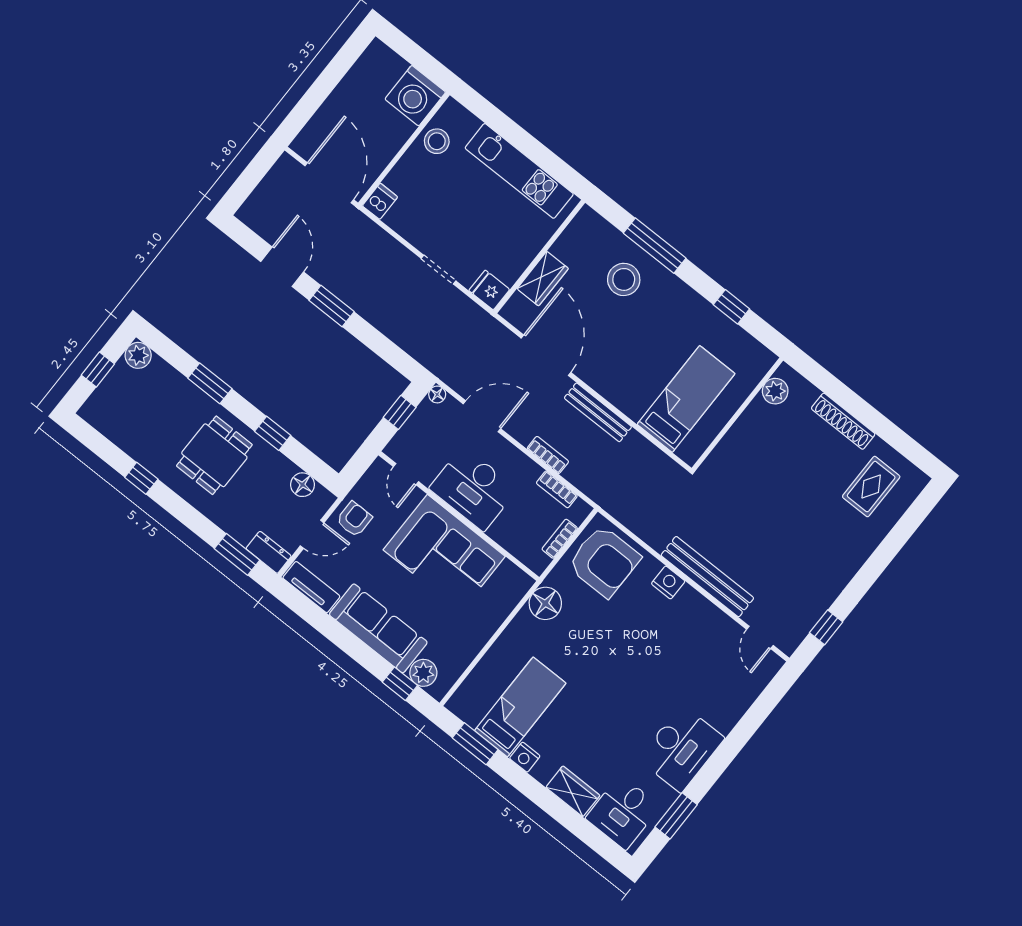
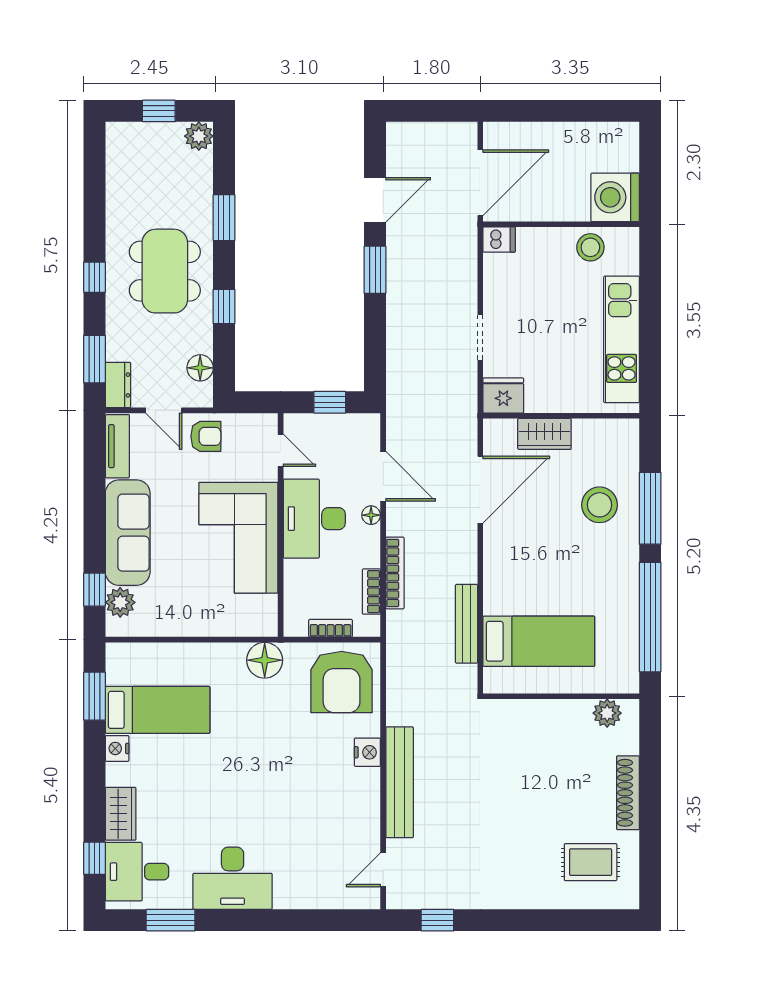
fridge: (489, 290) -> (503, 395), width x1.38
window: (731, 307) -> (650, 617), width x3.17
floor lamp: (437, 394) -> (371, 515), moved
bench: (598, 412) -> (466, 624), moved
dining table: (214, 455) -> (165, 271), width x1.37
bookcase: (548, 455) -> (395, 573), width x1.56
door: (406, 474) -> (281, 450), swing flipped
window: (141, 478) -> (95, 277), moved
window: (590, 835) -> (95, 858), added

